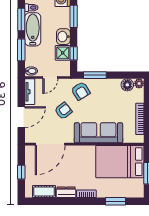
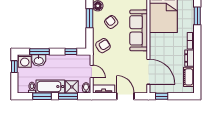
washbasin: (63, 37) -> (39, 60), moved
shower: (63, 53) -> (72, 87), moved
window: (95, 75) -> (90, 18), moved
armchair: (63, 111) -> (111, 22), moved
window: (21, 172) -> (162, 96), moved

